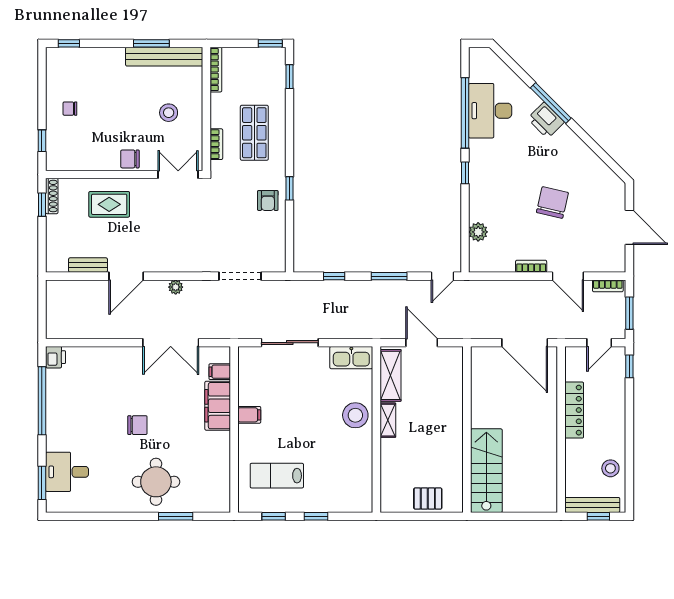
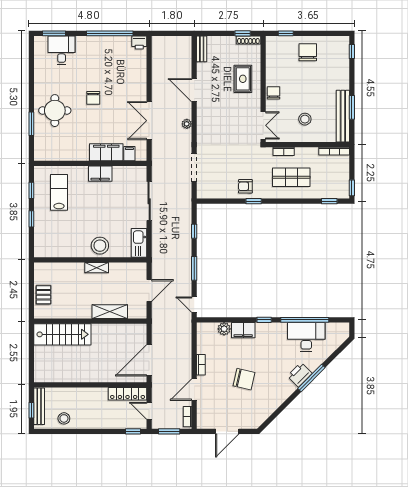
chair: (70, 109) -> (308, 52), width x1.87, depth x1.87
filing cabinet: (480, 204) -> (243, 330), added
bench: (88, 265) -> (202, 49), moved
shelving: (390, 375) -> (110, 312), moved
locker: (574, 410) -> (128, 394), moved
filing cabinet: (249, 415) -> (100, 174), width x2.00

